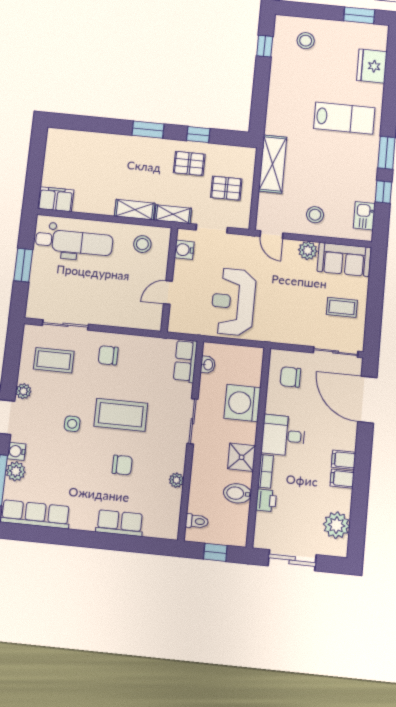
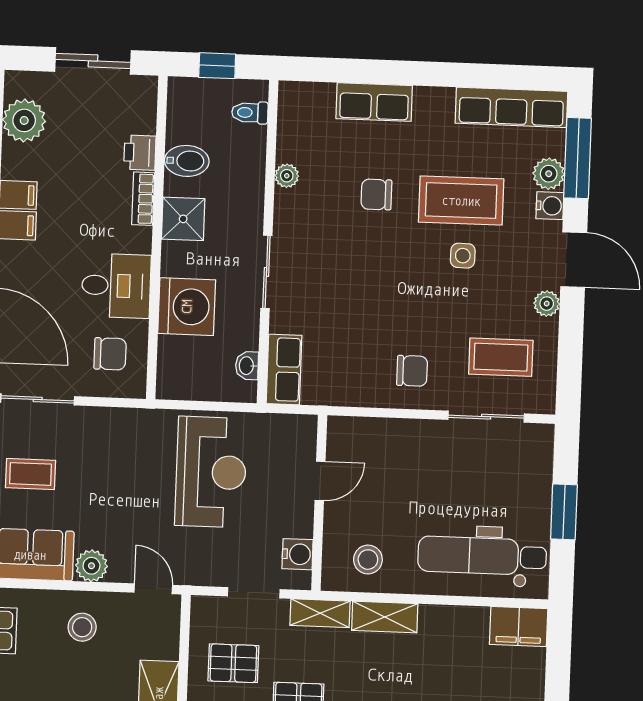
coffee table: (121, 415) -> (461, 201), moved
desk: (283, 435) -> (116, 286), moved

